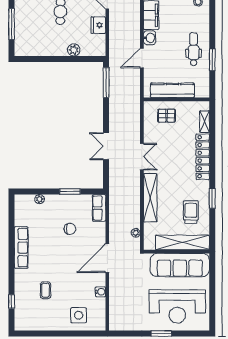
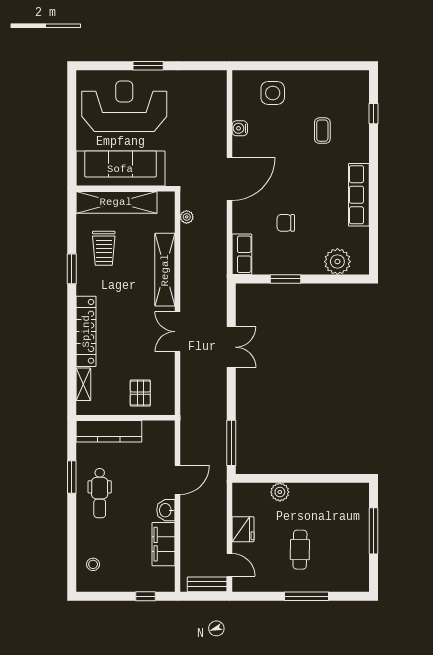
kitchen counter: (172, 90) -> (109, 431), moved
pallet: (167, 116) -> (140, 393), turned 90
plant: (40, 199) -> (337, 262), width x1.88, depth x1.88

